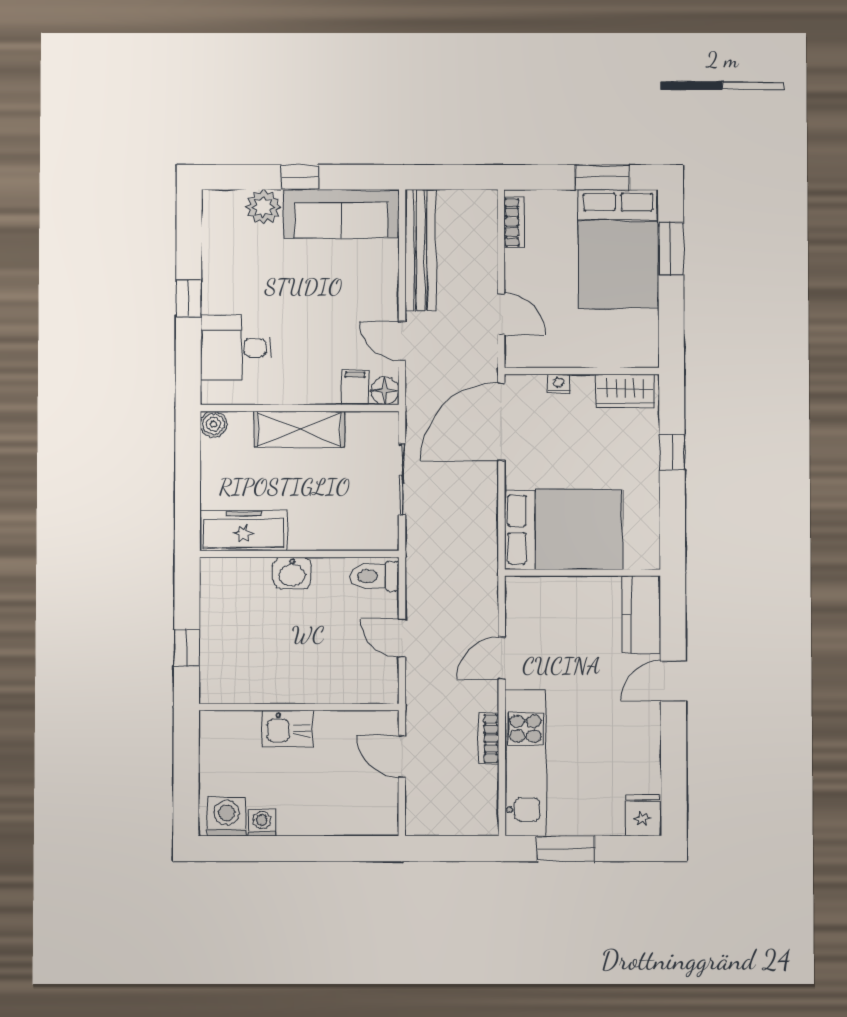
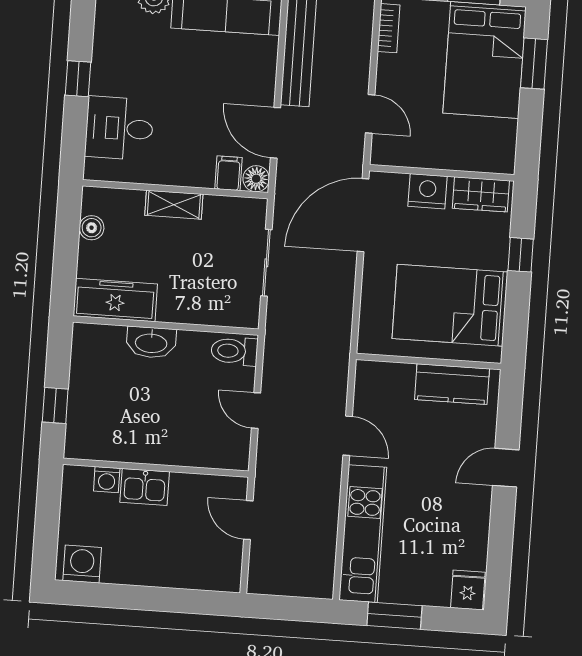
door: (402, 341) -> (275, 133), width x1.38
nightstand: (559, 384) -> (428, 191), width x1.89, depth x1.79
boiler: (213, 424) -> (92, 228), moved
shelving: (299, 429) -> (174, 205), width x0.67, depth x0.75
bed: (564, 530) -> (450, 305), moved, turned 180
washbasin: (292, 573) -> (151, 342), width x1.38
kitchen counter: (641, 615) -> (452, 384), moved, turned -90
door: (502, 658) -> (348, 436), swing flipped
bookcase: (489, 739) -> (330, 509), removed
washing machine: (262, 823) -> (107, 480), moved, turned 180

